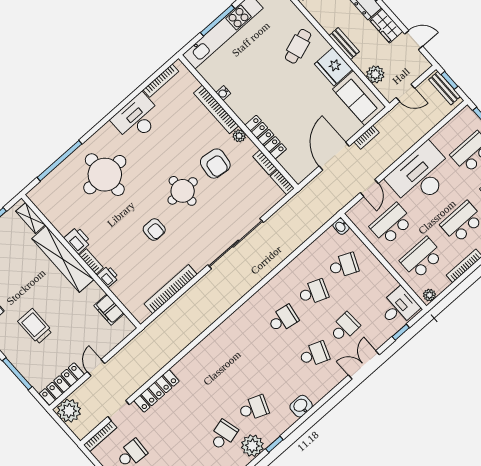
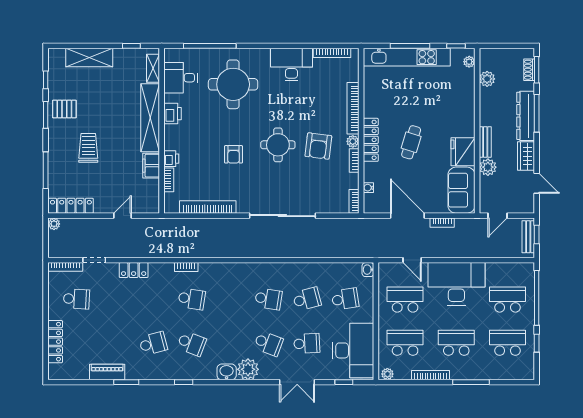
cafe table: (298, 46) -> (411, 142), moved, turned -54
plant: (375, 74) -> (488, 167), moved
water cooler: (223, 93) -> (368, 188), moved
door: (405, 93) -> (498, 216), hinge flipped
locker: (266, 137) -> (371, 140), moved
door: (334, 156) -> (407, 216), hinge flipped
bookcase: (265, 162) -> (354, 161), moved
door: (369, 188) -> (412, 260), hinge flipped
desk: (59, 206) -> (180, 78), added
bookcase: (91, 261) -> (169, 180), moved
school desk: (344, 265) -> (345, 299), turned -33
school desk: (313, 292) -> (307, 299), turned -36
desk: (399, 307) -> (353, 350), width x1.87, depth x1.30
filing cabinet: (109, 310) -> (151, 166), moved
bookcase: (196, 352) -> (186, 267), added
double door: (364, 365) -> (297, 382), swing flipped
door: (96, 368) -> (123, 216), moved
school desk: (222, 373) -> (192, 299), added
locker: (156, 391) -> (134, 270), width x0.66
plant: (69, 411) -> (54, 224), width x0.53, depth x0.53
plant: (252, 446) -> (248, 369), moved

